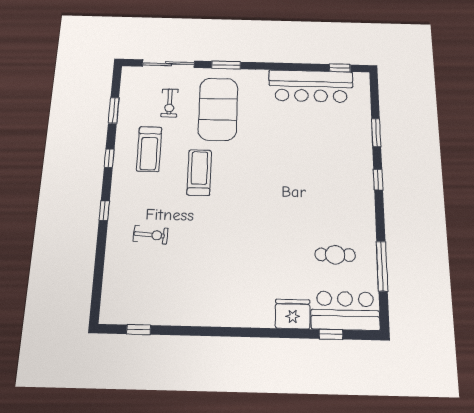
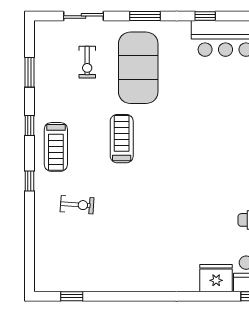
sliding door: (169, 64) -> (83, 16), width x0.73
window: (282, 67) -> (205, 16), added
treadmill: (149, 149) -> (56, 147), moved

